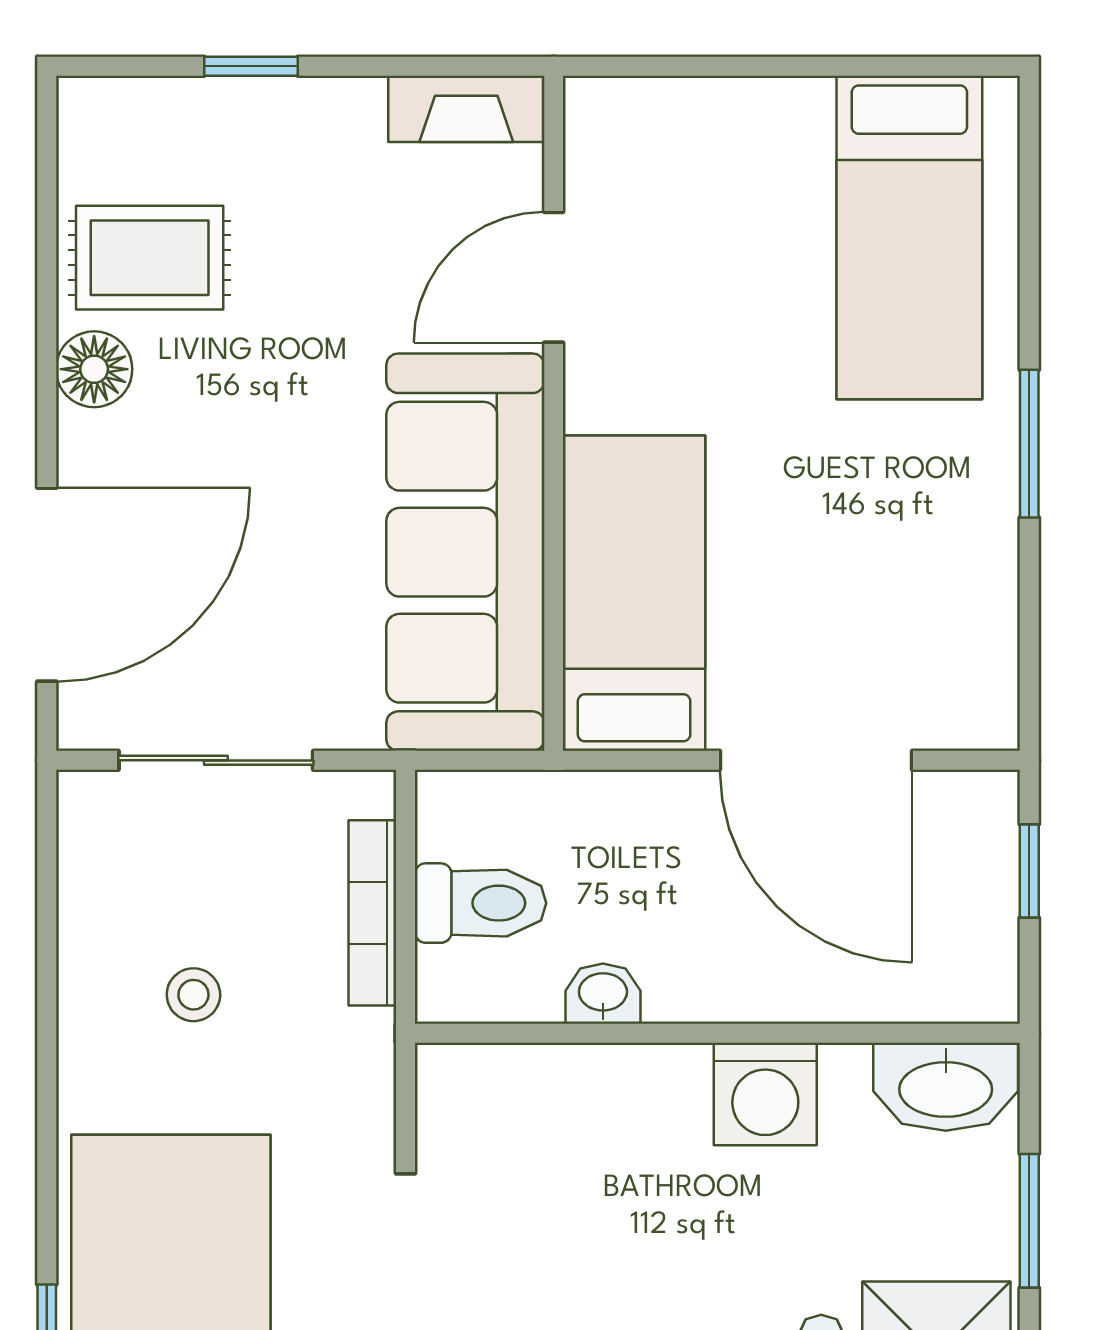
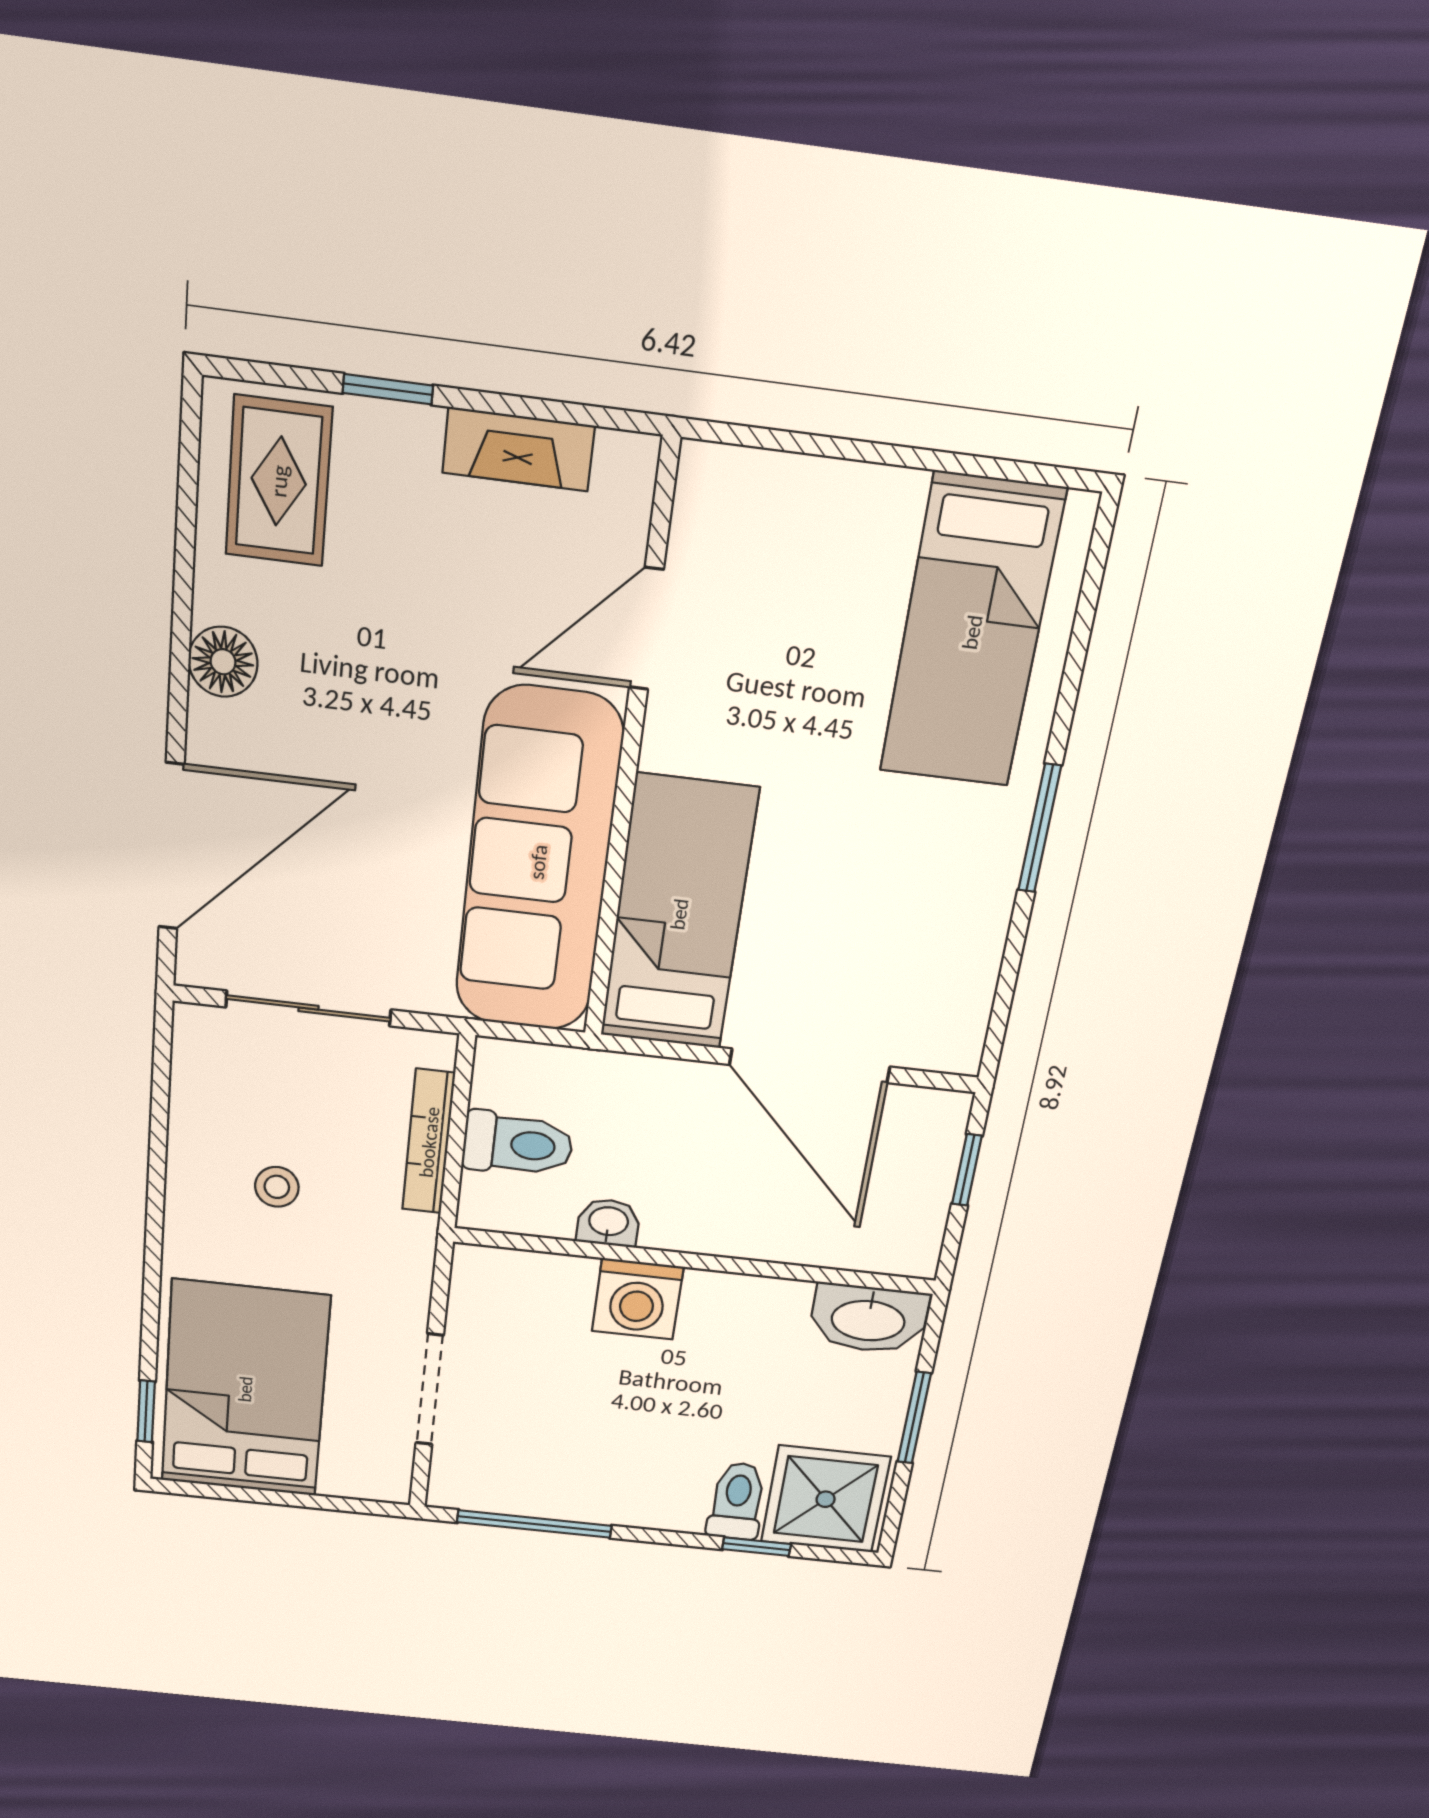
fireplace: (466, 109) -> (518, 449), moved
rug: (150, 258) -> (279, 481), moved, turned 90
washing machine: (765, 1094) -> (638, 1299), moved

